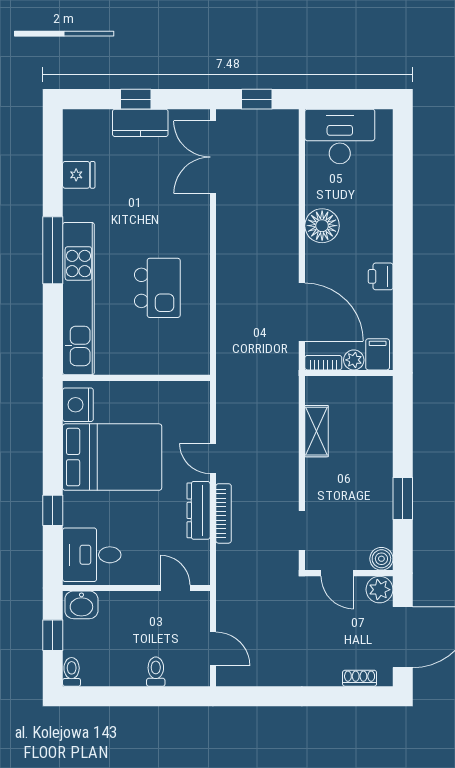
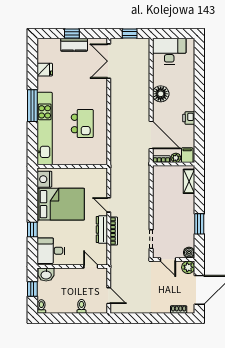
shelving: (317, 431) -> (189, 181), moved

